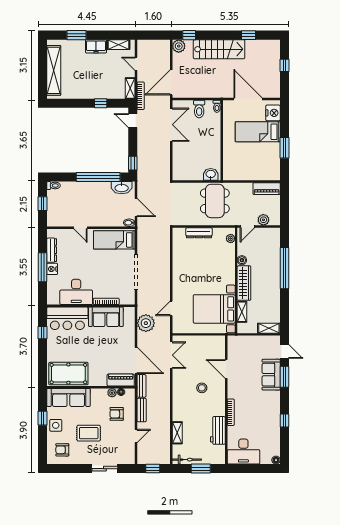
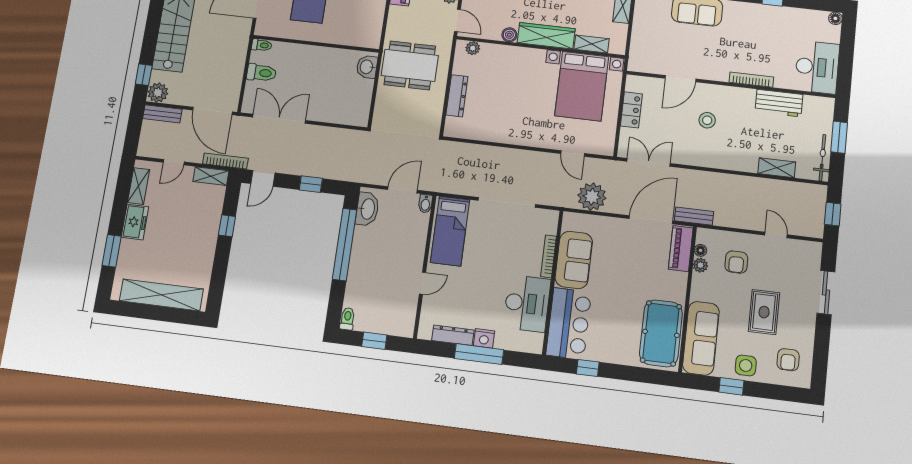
window: (133, 163) -> (311, 184), moved
locker: (203, 341) -> (631, 110), added
bench: (142, 410) -> (162, 114), moved

